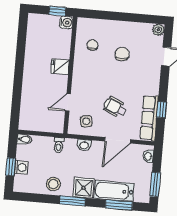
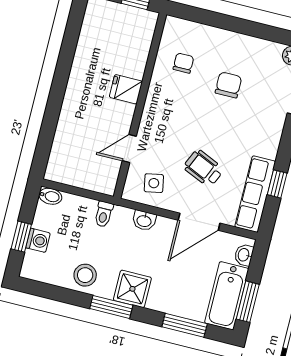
water cooler: (66, 22) -> (147, 20), removed
bathtub: (114, 191) -> (227, 296), moved, turned -90

